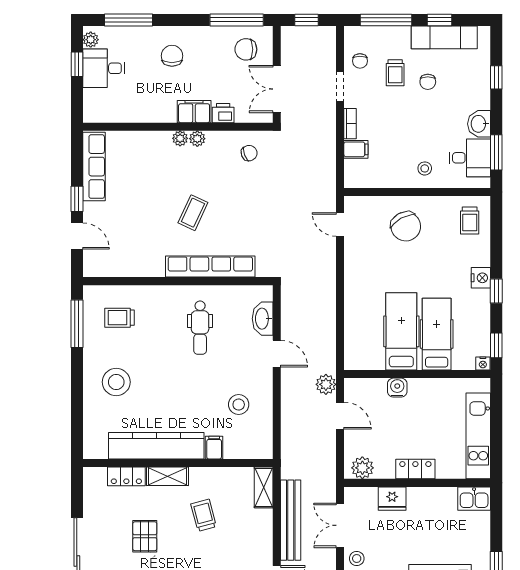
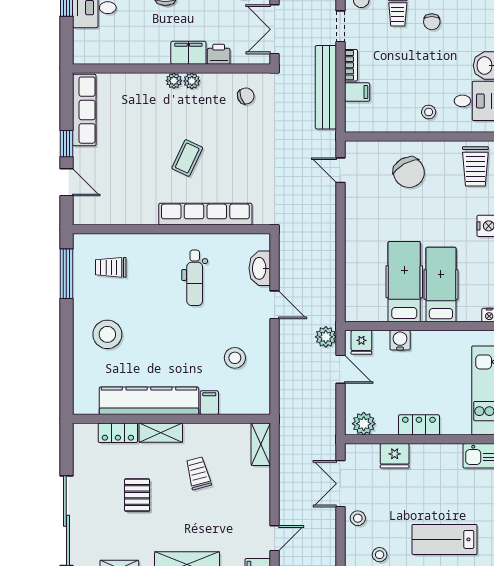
trolley: (470, 221) -> (475, 166), width x1.36, depth x1.39
fridge: (360, 390) -> (361, 342), added
bench: (291, 520) -> (326, 87), moved

